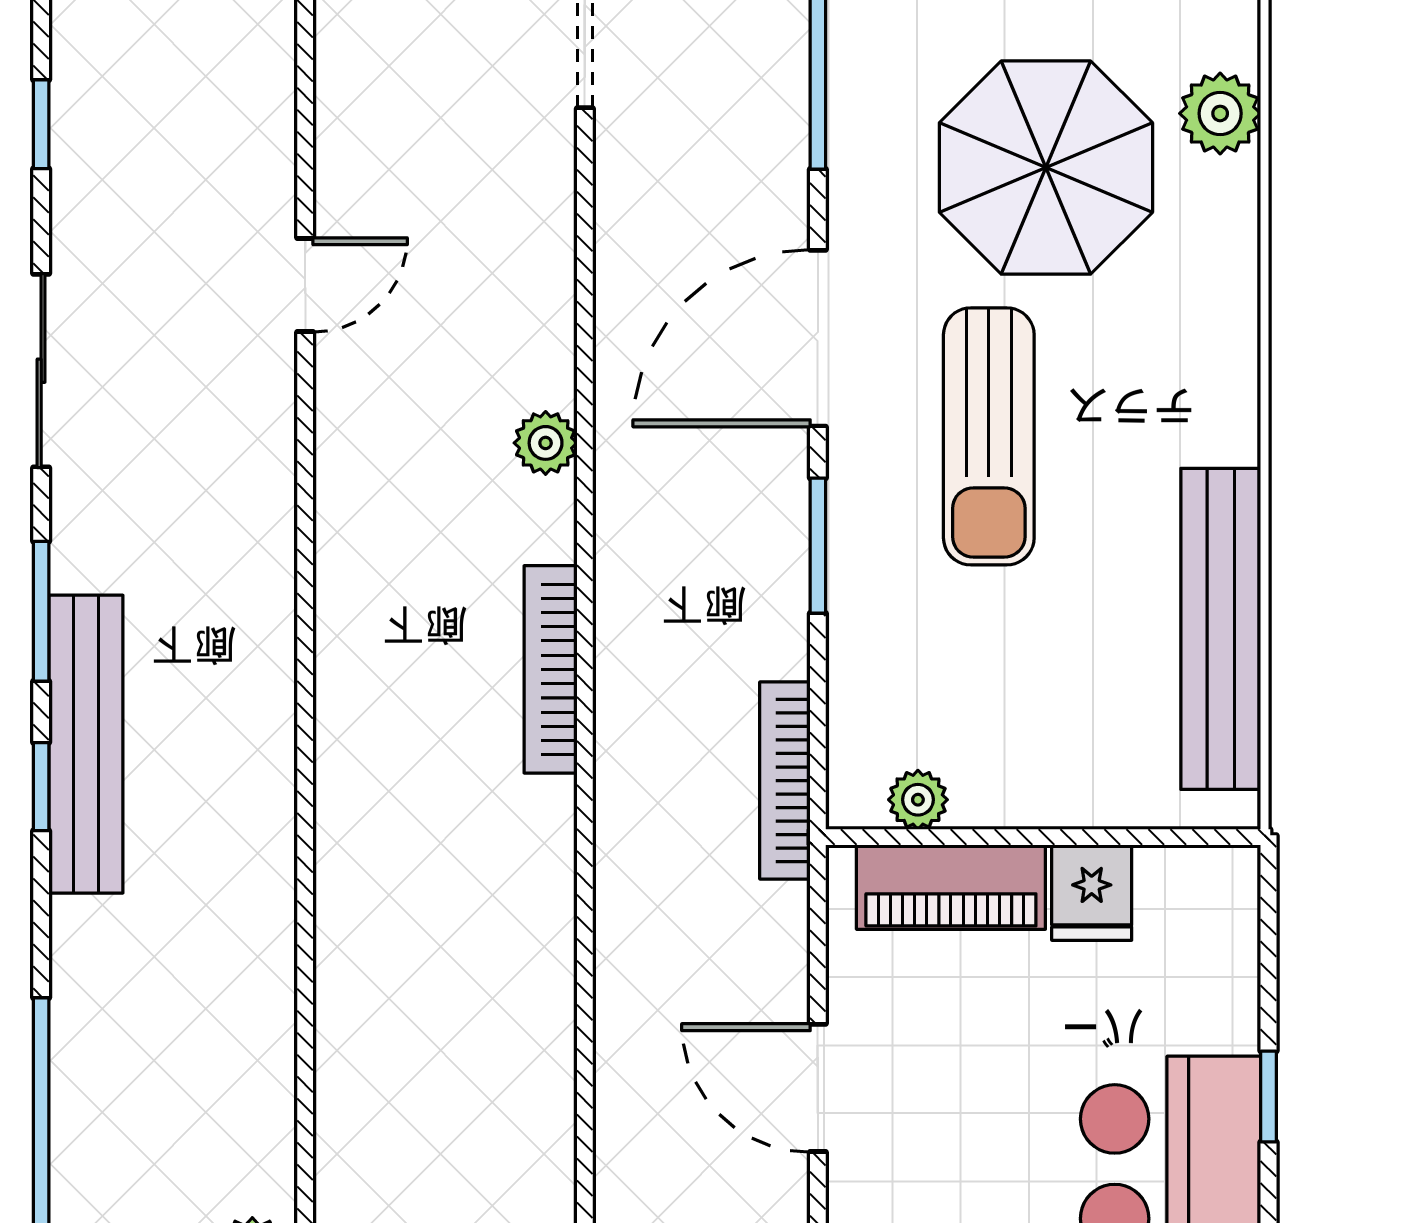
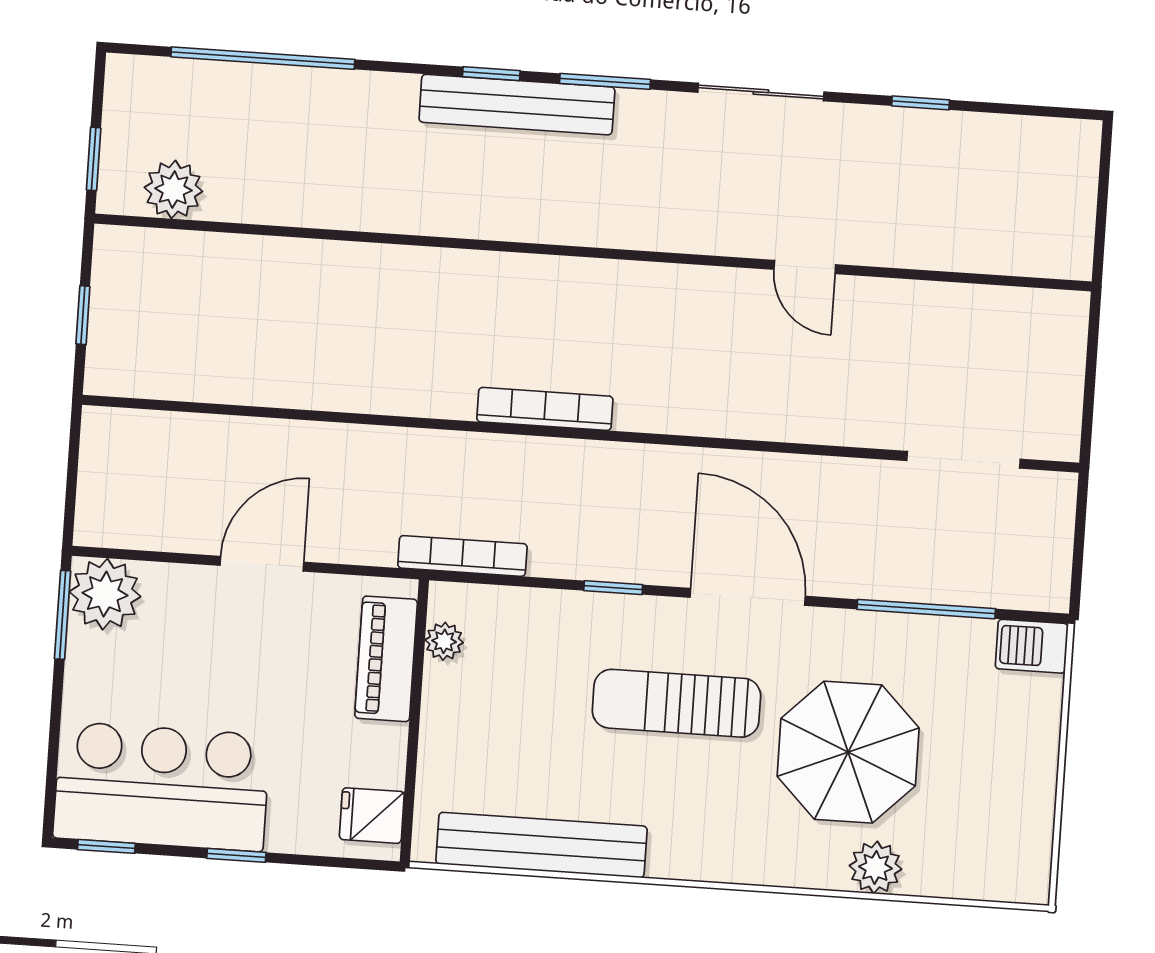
plant: (546, 443) -> (692, 416), removed
window: (818, 546) -> (613, 588), width x0.67
fridge: (1092, 893) -> (372, 816), moved

